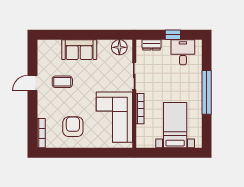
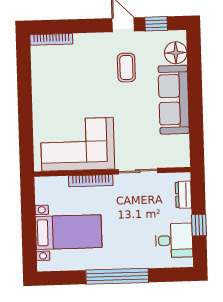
floor lamp: (119, 47) -> (176, 53), moved
sofa: (79, 50) -> (174, 100), width x1.36
window: (33, 60) -> (156, 24), added
armchair: (73, 127) -> (62, 85), removed

